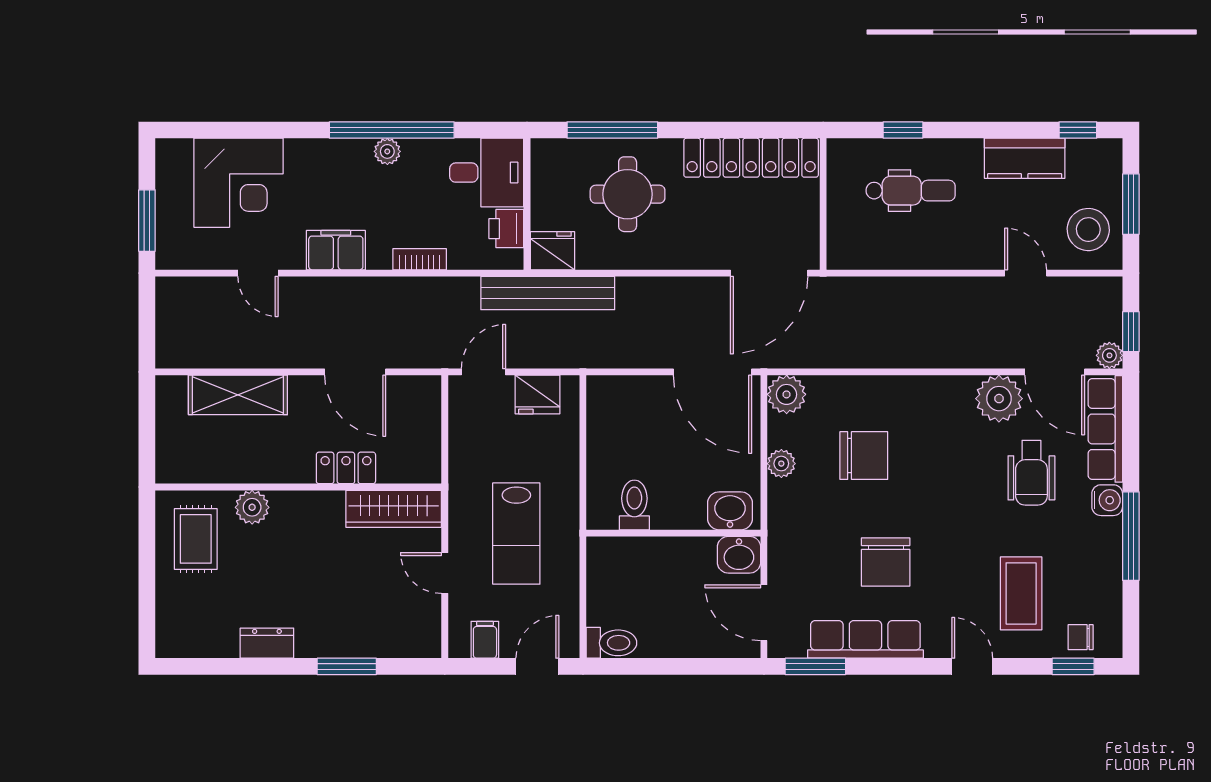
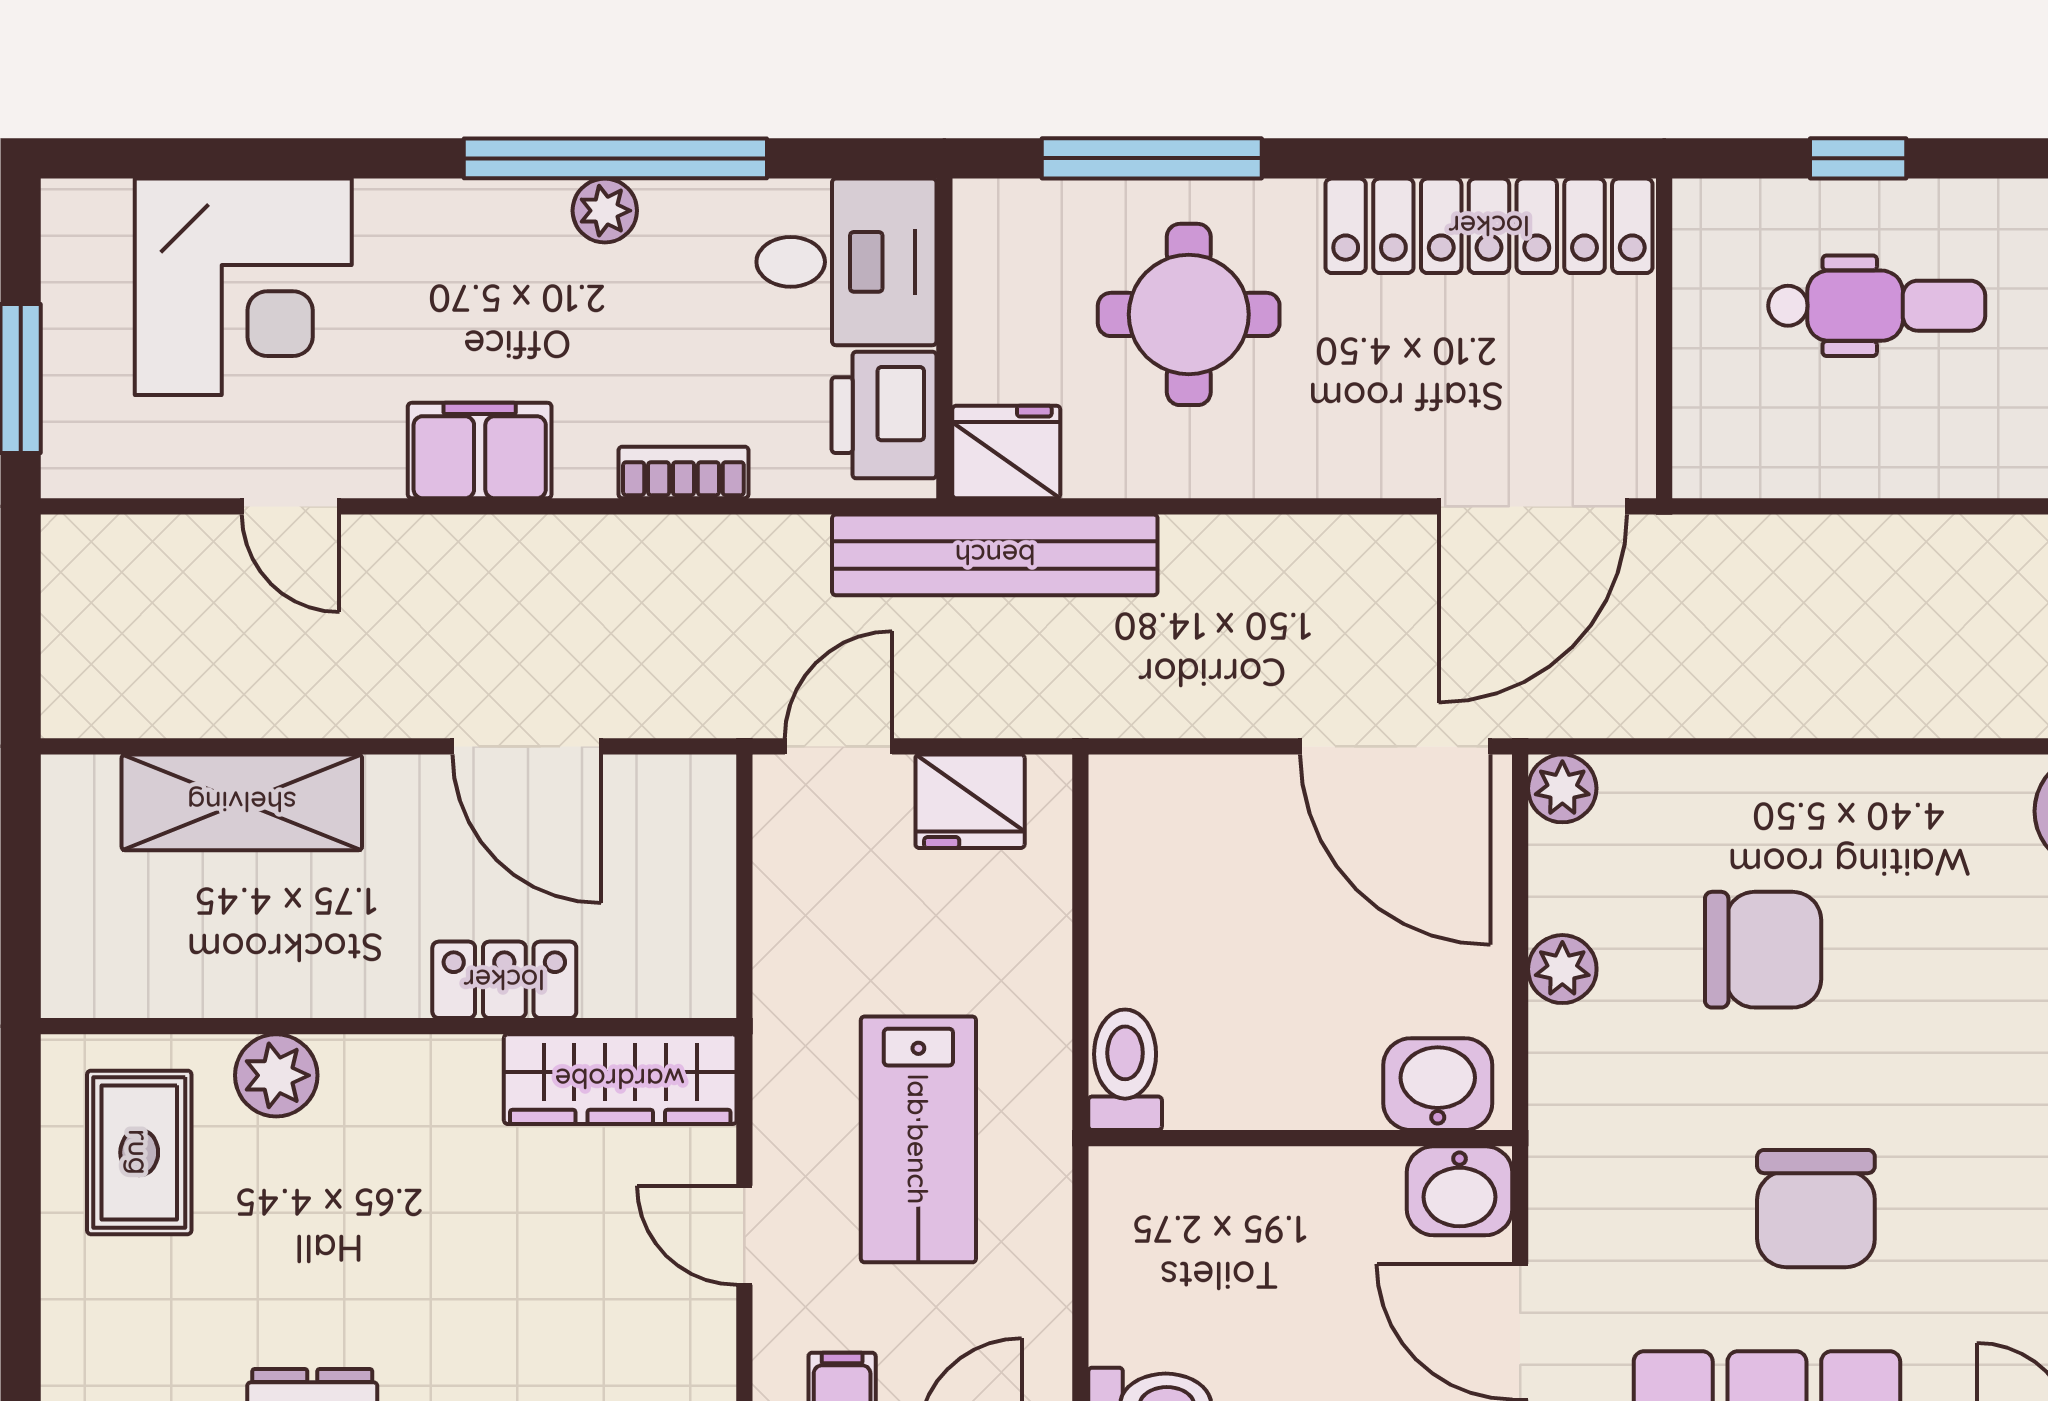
printer: (506, 229) -> (884, 415), width x1.36, depth x1.24
plant: (787, 394) -> (1562, 788), width x0.73, depth x0.73
toilet: (634, 505) -> (1125, 1070), moved

